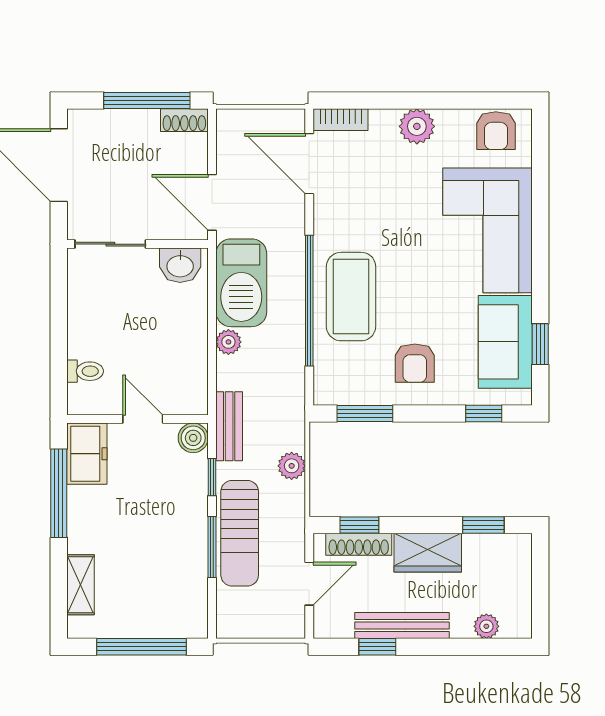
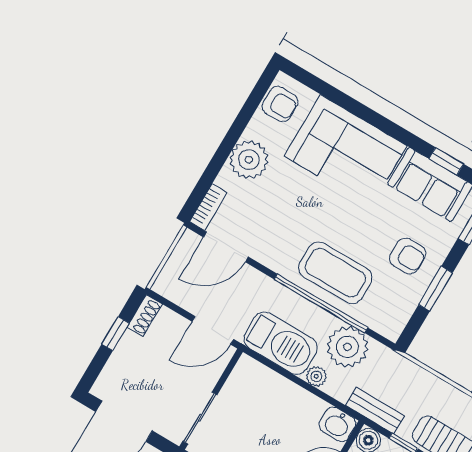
window: (147, 101) -> (115, 334), width x0.46
plant: (417, 126) -> (249, 160), width x1.36, depth x1.36
washbasin: (180, 265) -> (337, 424), moved, turned 90
window: (365, 414) -> (436, 289), moved
plant: (292, 466) -> (347, 347), moved, width x1.87, depth x1.87

